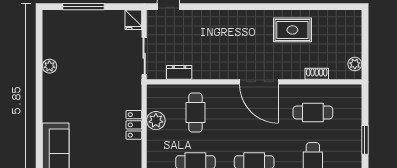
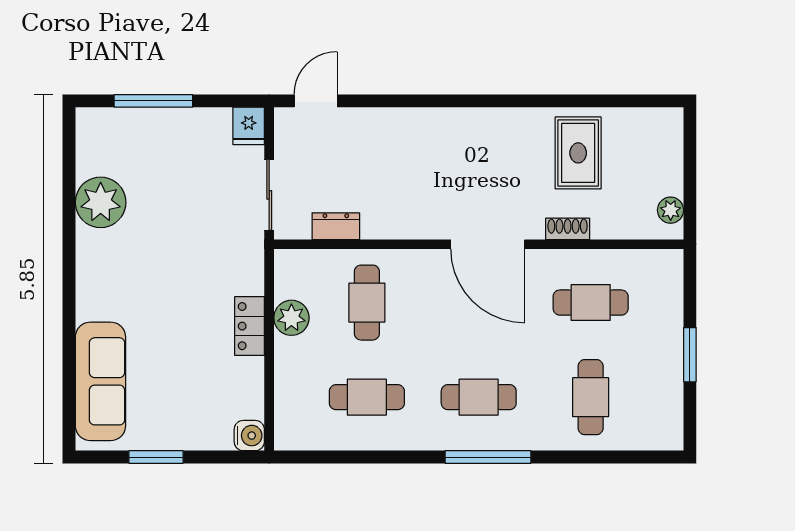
rug: (292, 30) -> (578, 153), moved, turned 90
plant: (49, 66) -> (101, 202), width x1.88, depth x1.88
shoe rack: (317, 74) -> (568, 229), moved

